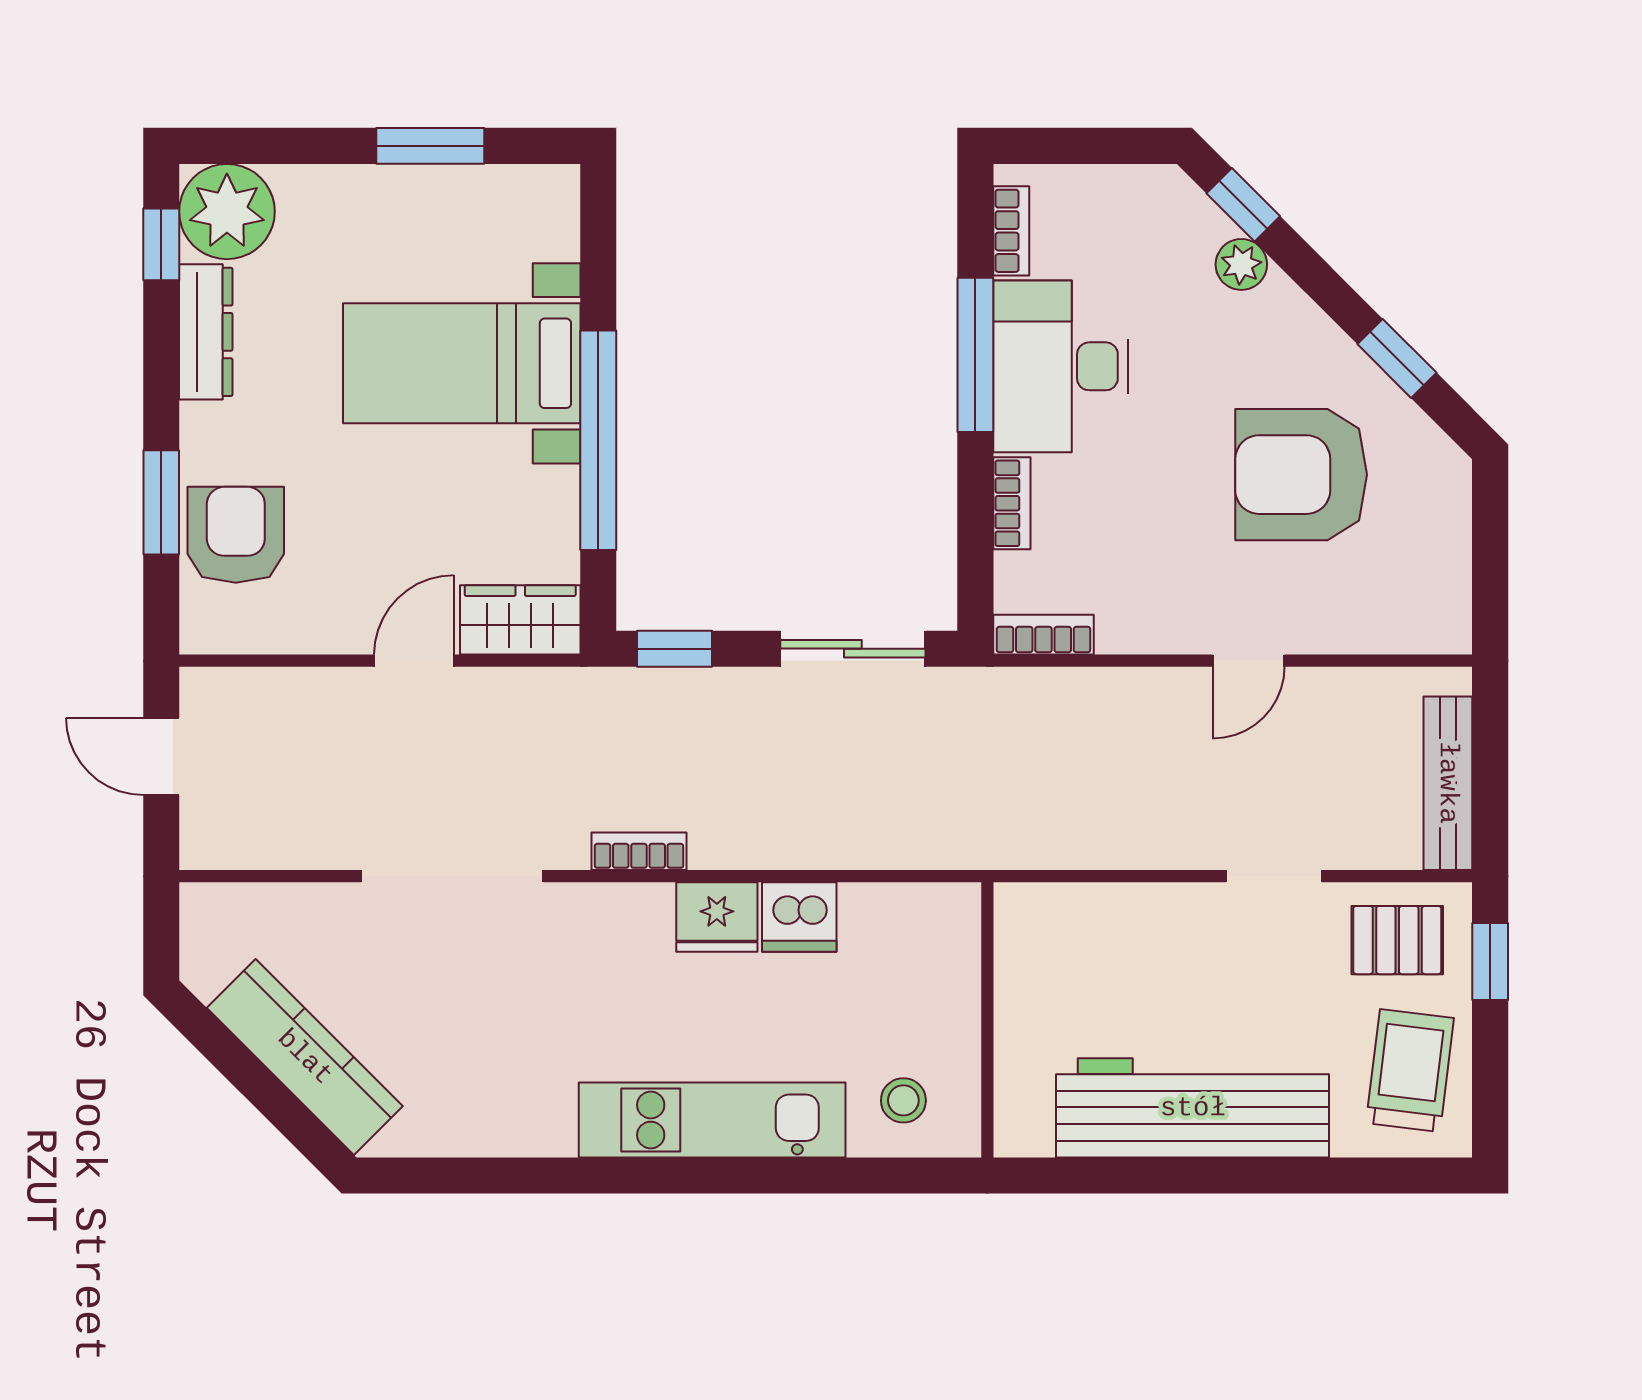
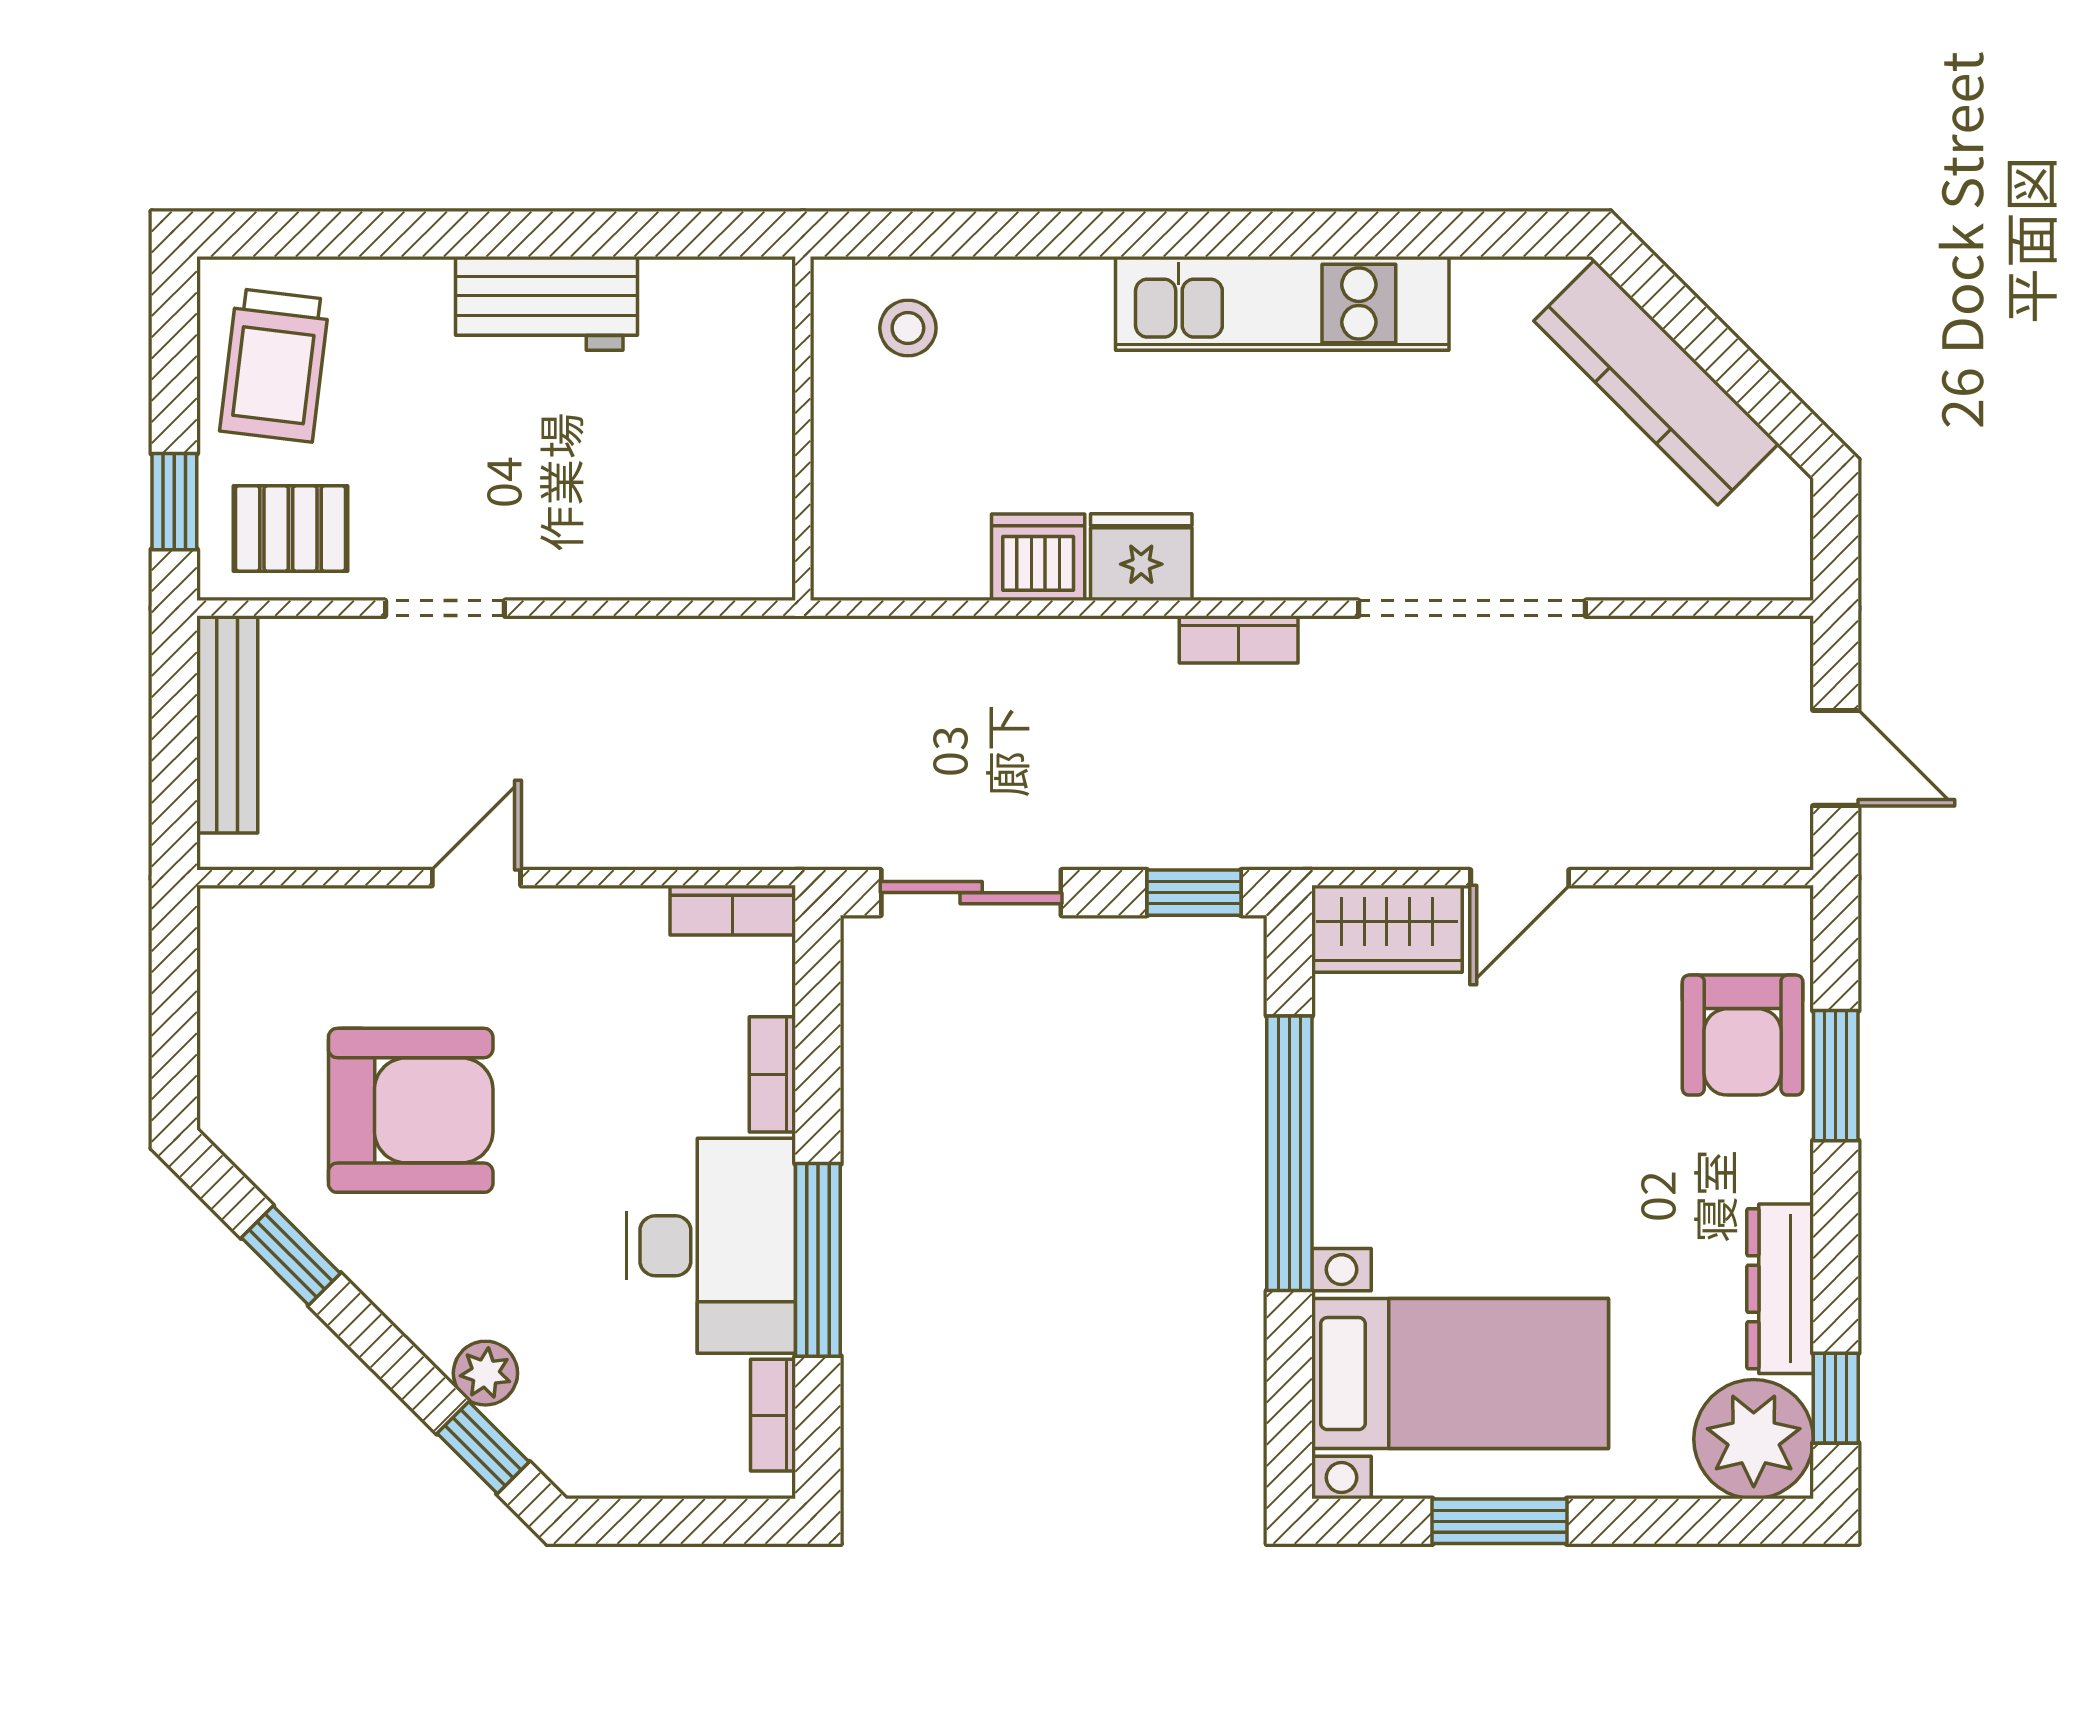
bed with nightstands: (462, 363) -> (1460, 1374), moved
workbench: (1193, 1108) -> (546, 303), width x0.53, depth x0.76
kitchen unit: (712, 1120) -> (1282, 303), moved

